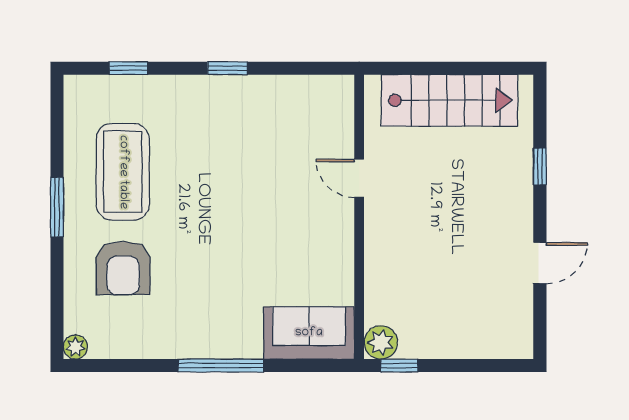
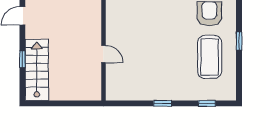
stairs: (449, 100) -> (37, 70), moved, turned 90
window: (57, 207) -> (239, 41), width x0.67

